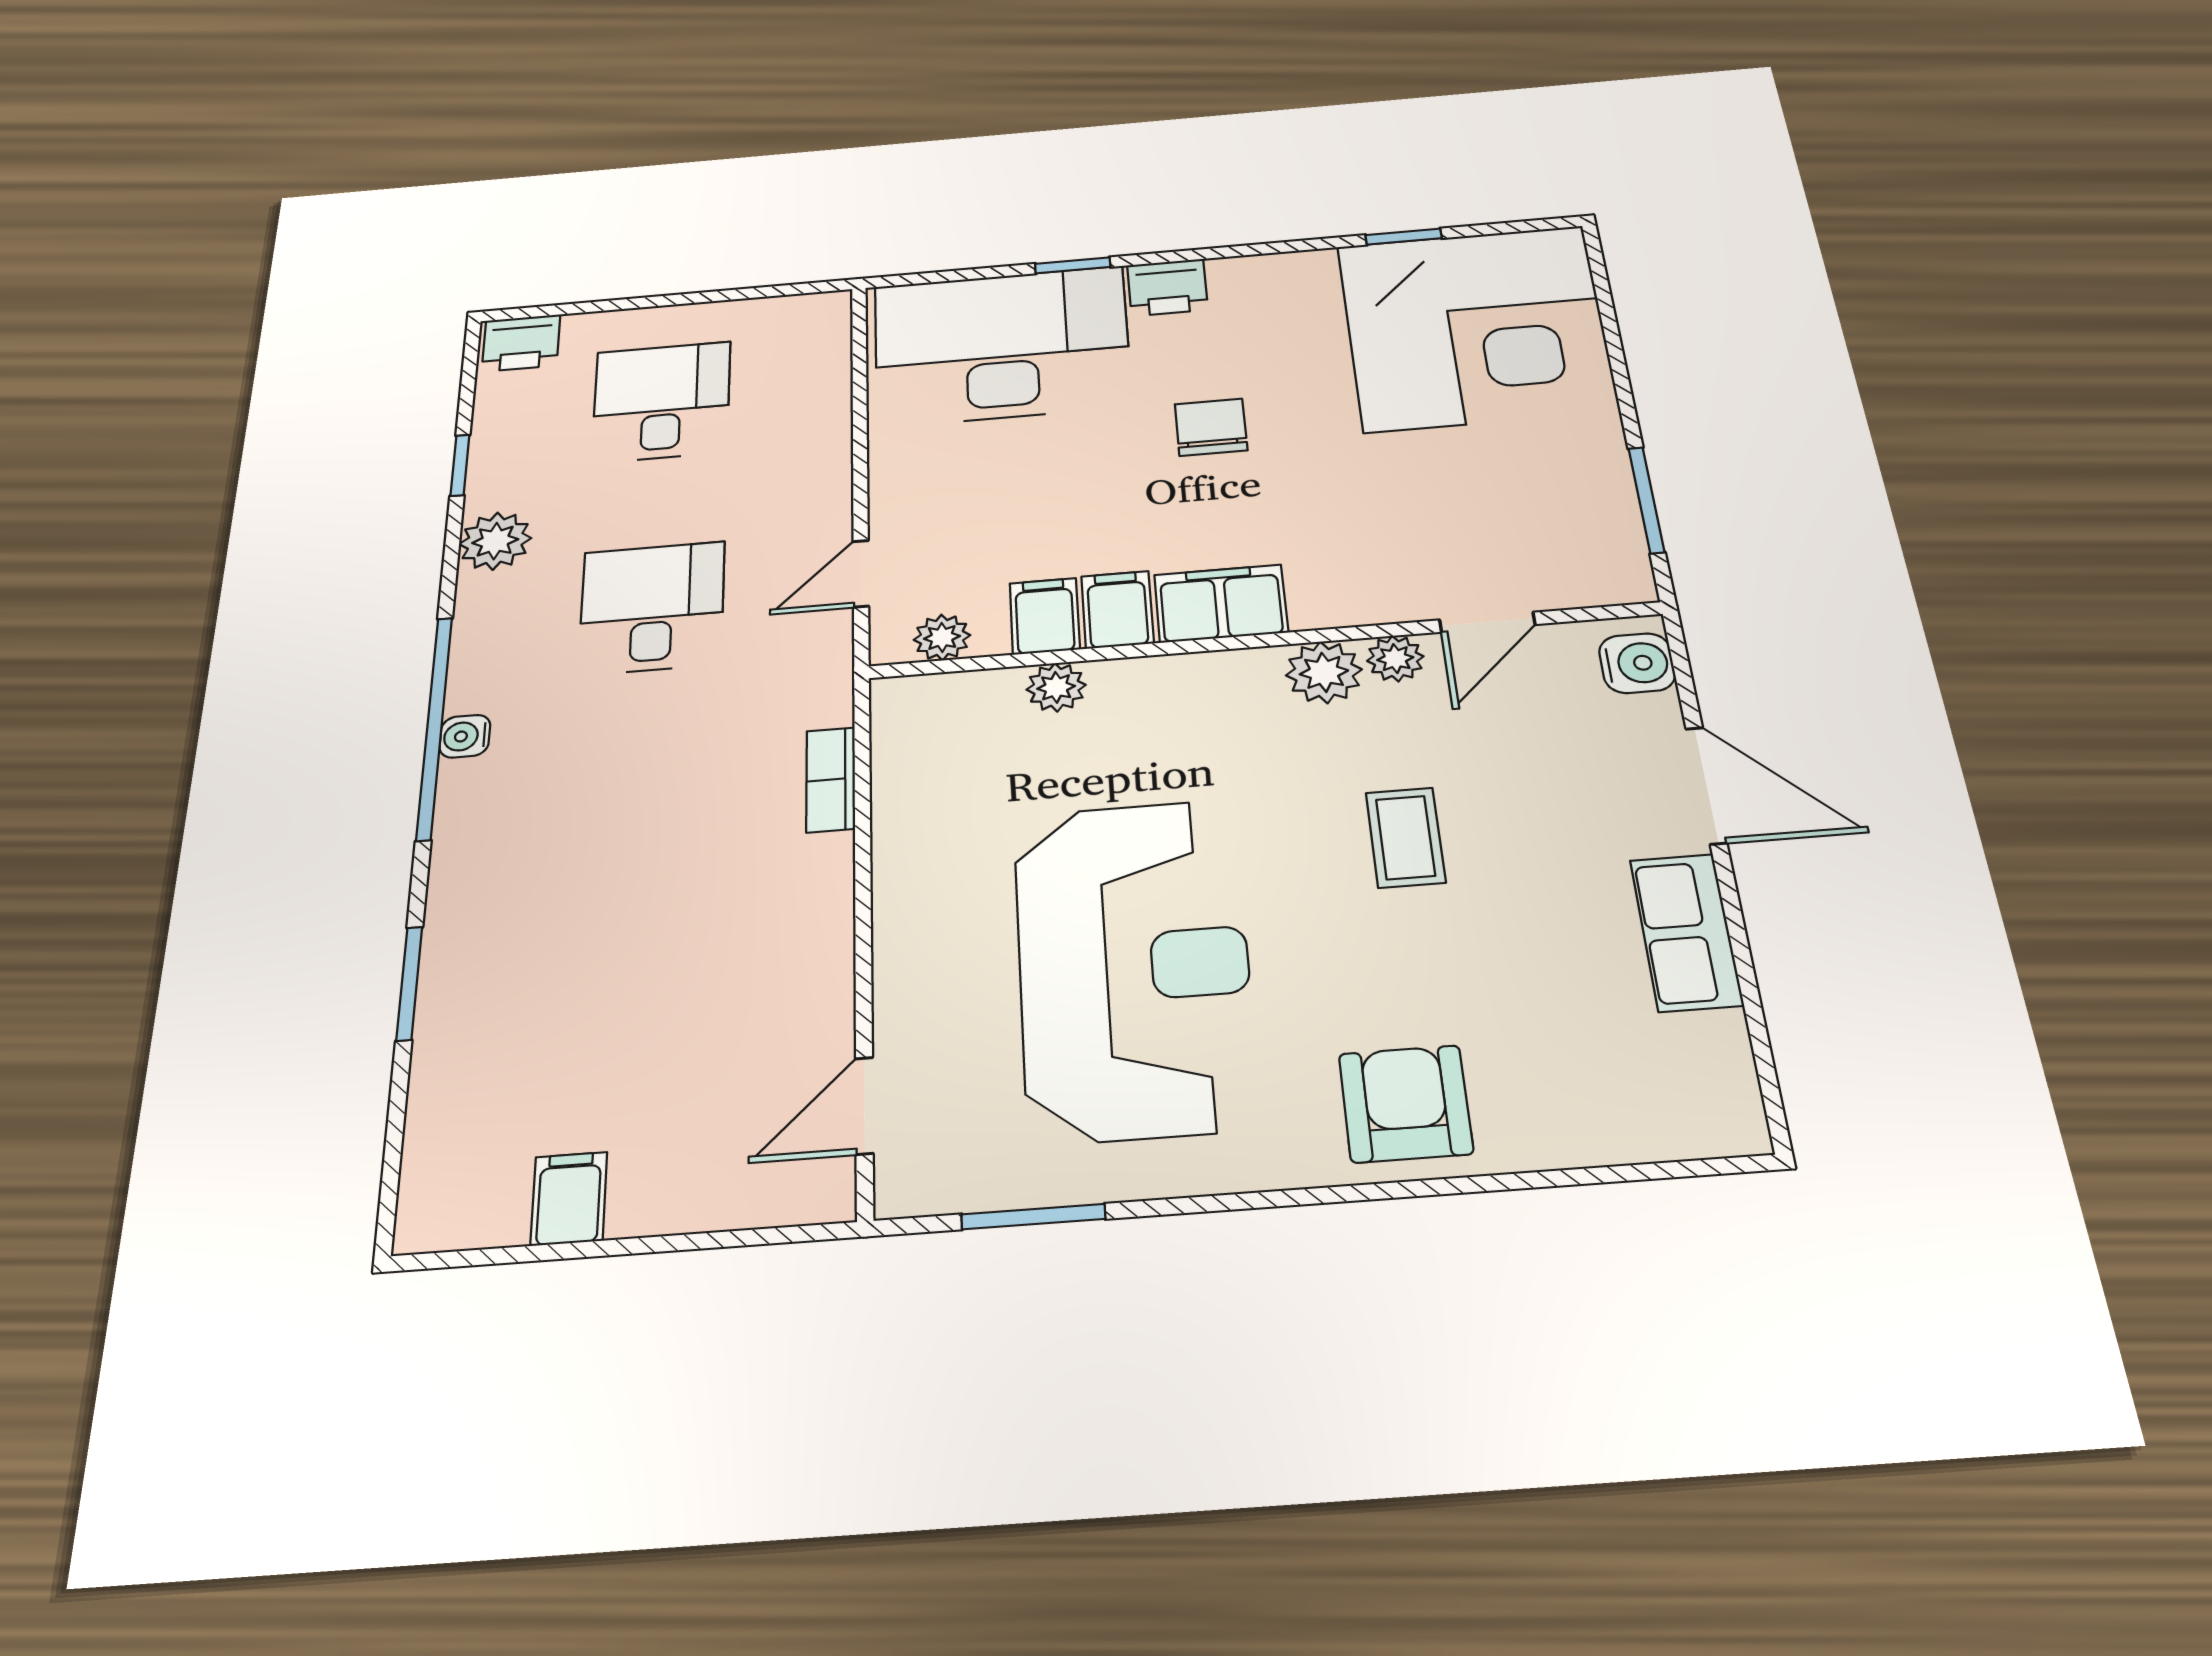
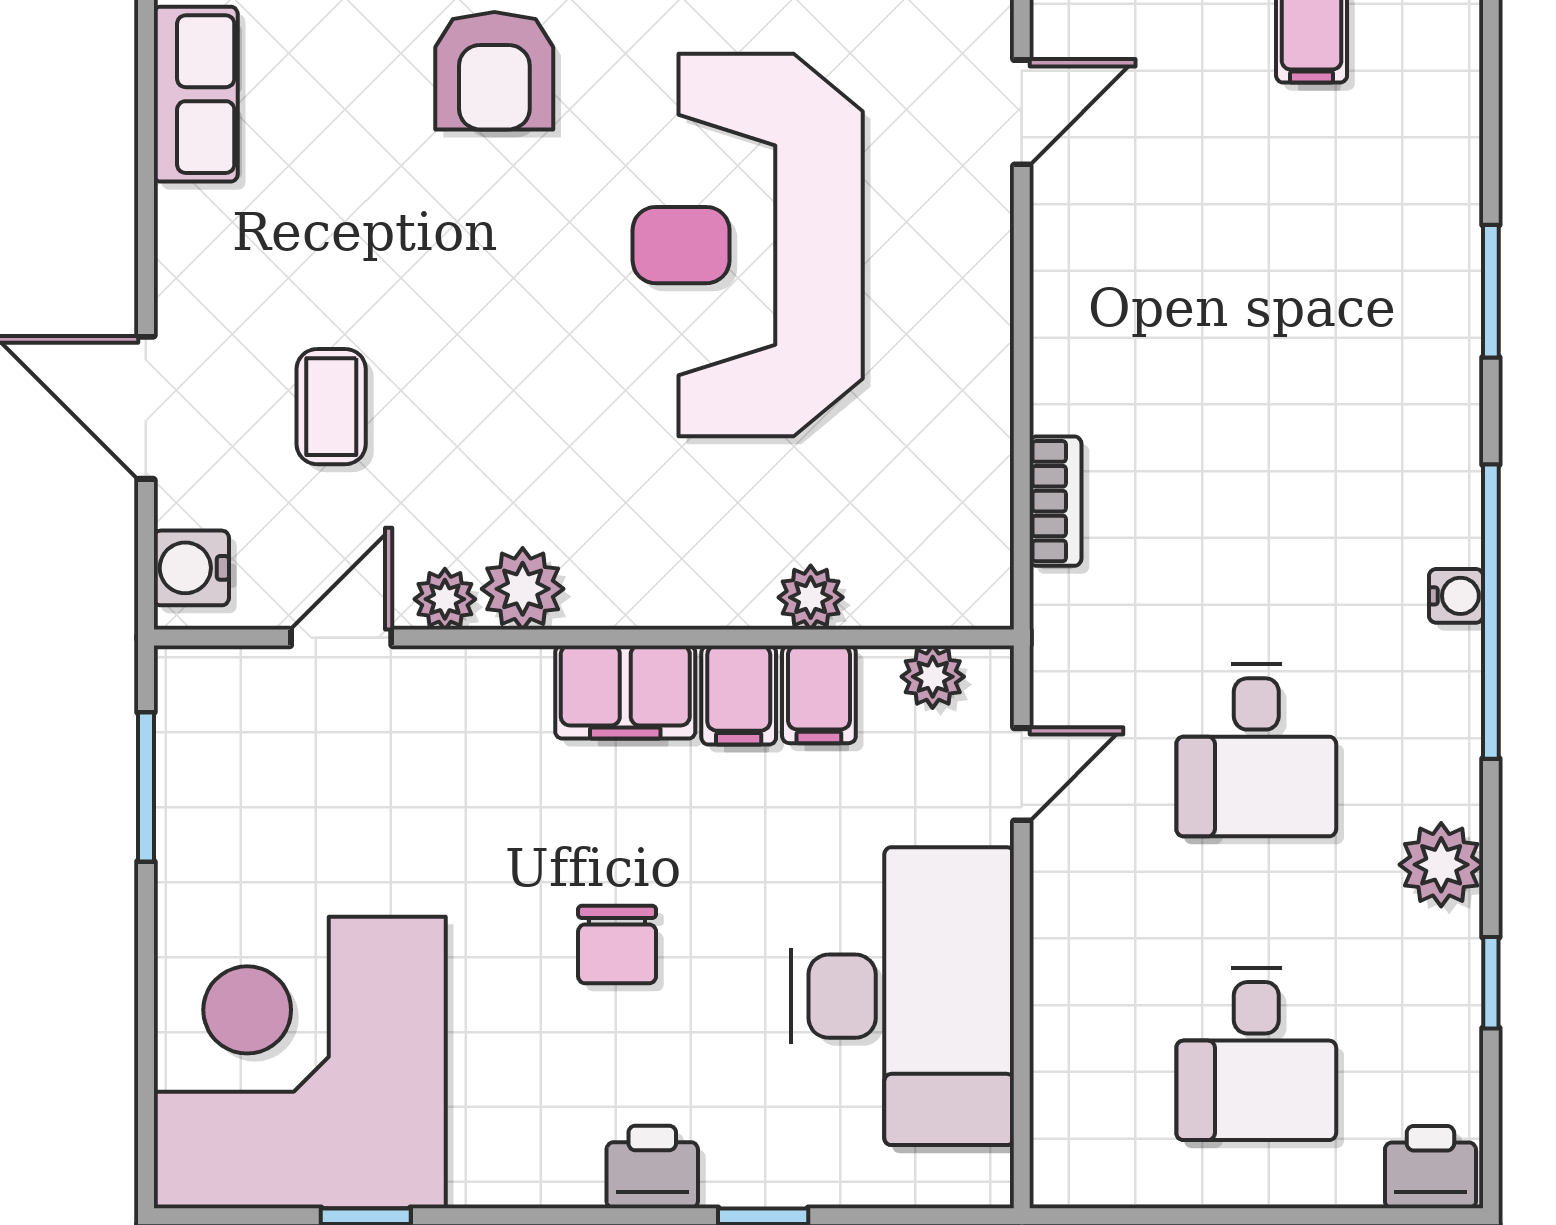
desk: (1001, 346) -> (902, 996), moved, turned -90
coffee table: (1406, 837) -> (331, 407), moved
row of seats: (1686, 932) -> (196, 94), moved

